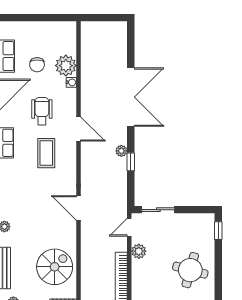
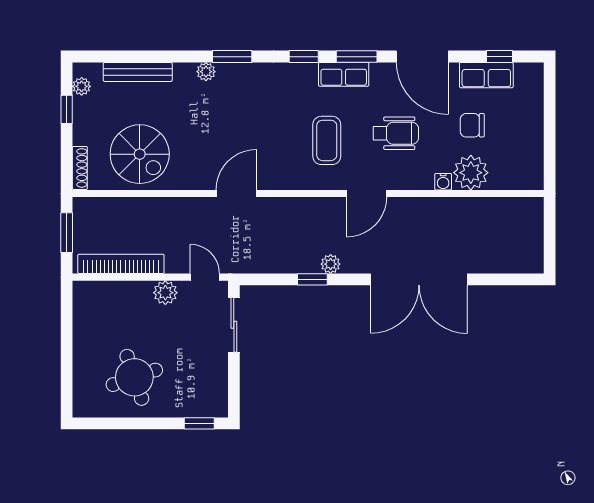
coffee table: (46, 153) -> (327, 140), turned 90
round table: (190, 270) -> (134, 377), turned -34

